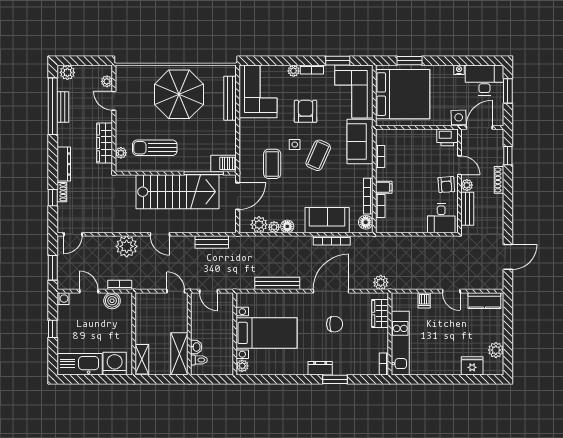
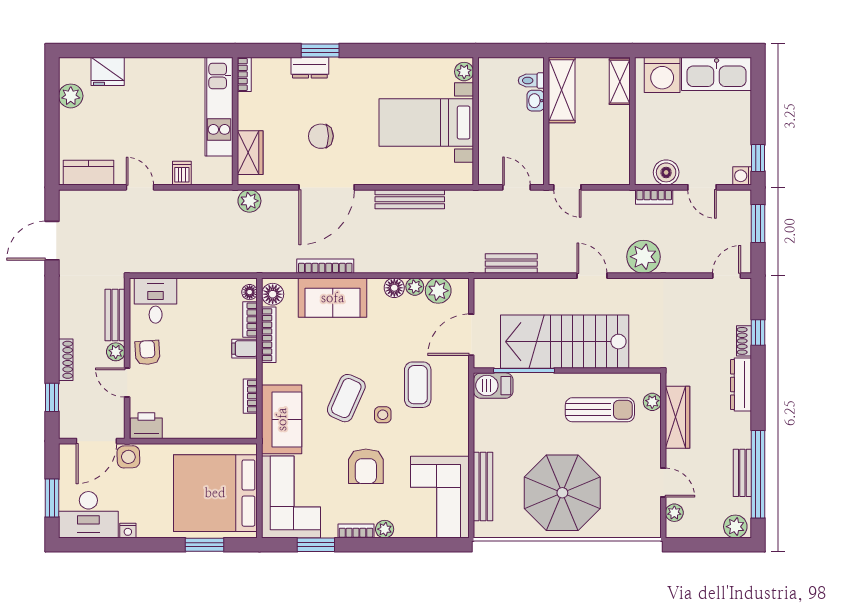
floor lamp: (381, 224) -> (250, 292), added
window: (53, 329) -> (758, 158), moved
dresser: (320, 368) -> (310, 68), moved

